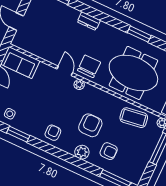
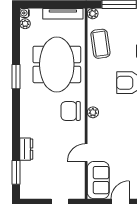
dresser: (89, 21) -> (26, 149), moved
door: (65, 71) -> (86, 153), moved

